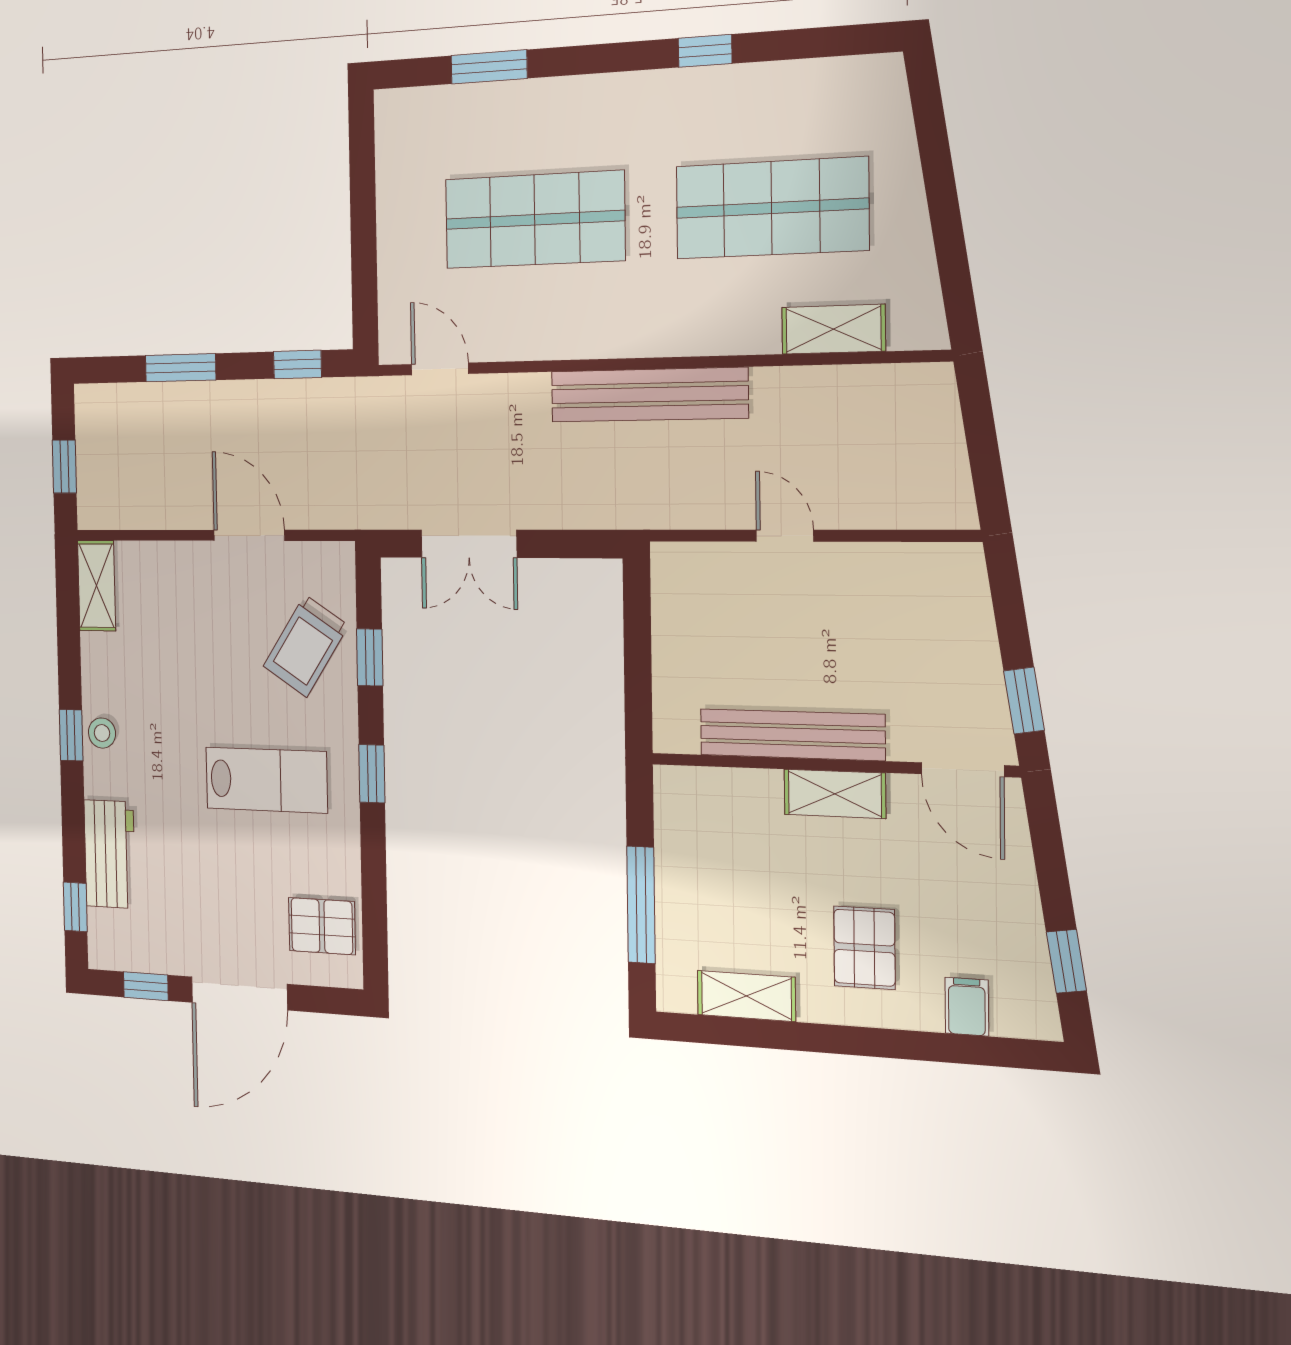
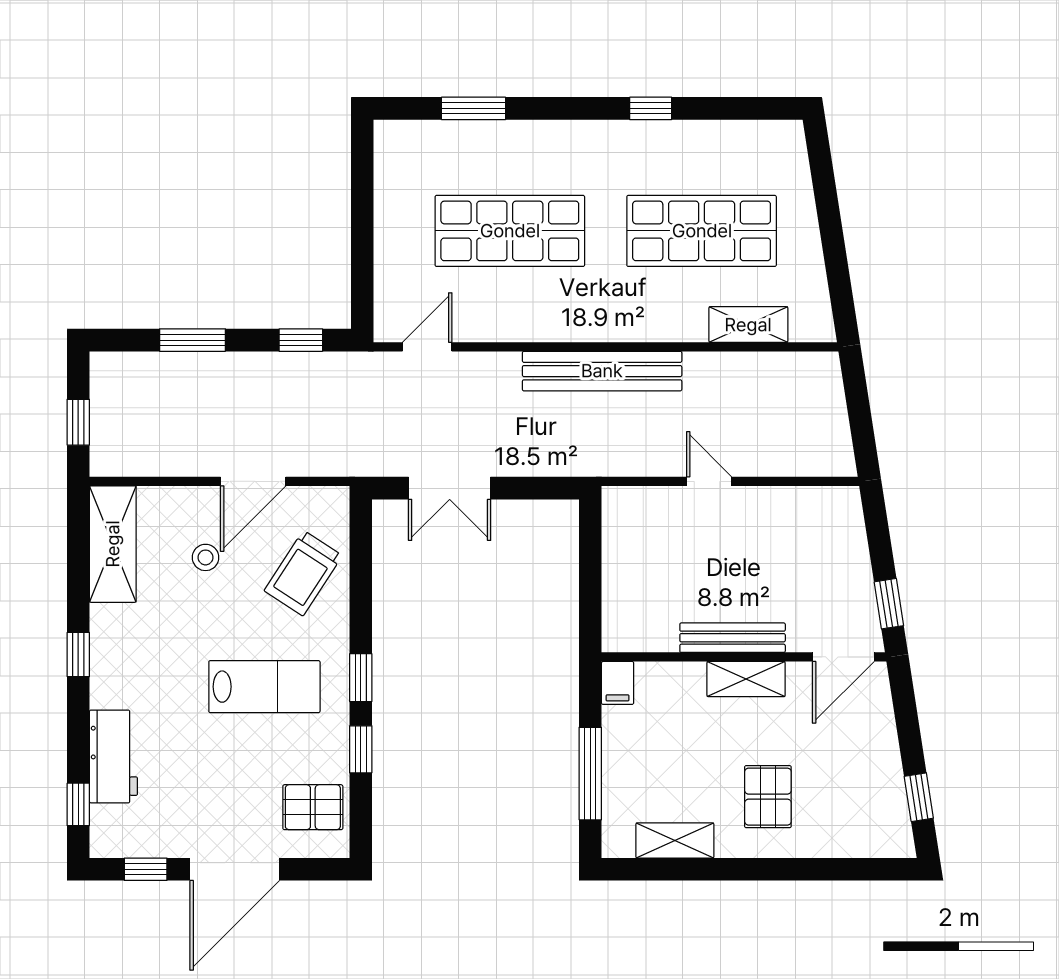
door: (440, 369) -> (427, 347), hinge flipped
door: (249, 535) -> (253, 481), swing flipped
shelving: (97, 586) -> (113, 544), width x1.50, depth x1.33
window: (370, 657) -> (361, 749), moved
stool: (102, 733) -> (206, 557), moved
bench: (792, 735) -> (733, 638), width x0.73, depth x0.82
door: (963, 770) -> (843, 657), hinge flipped
filing cabinet: (967, 1007) -> (618, 683), moved, turned 180

